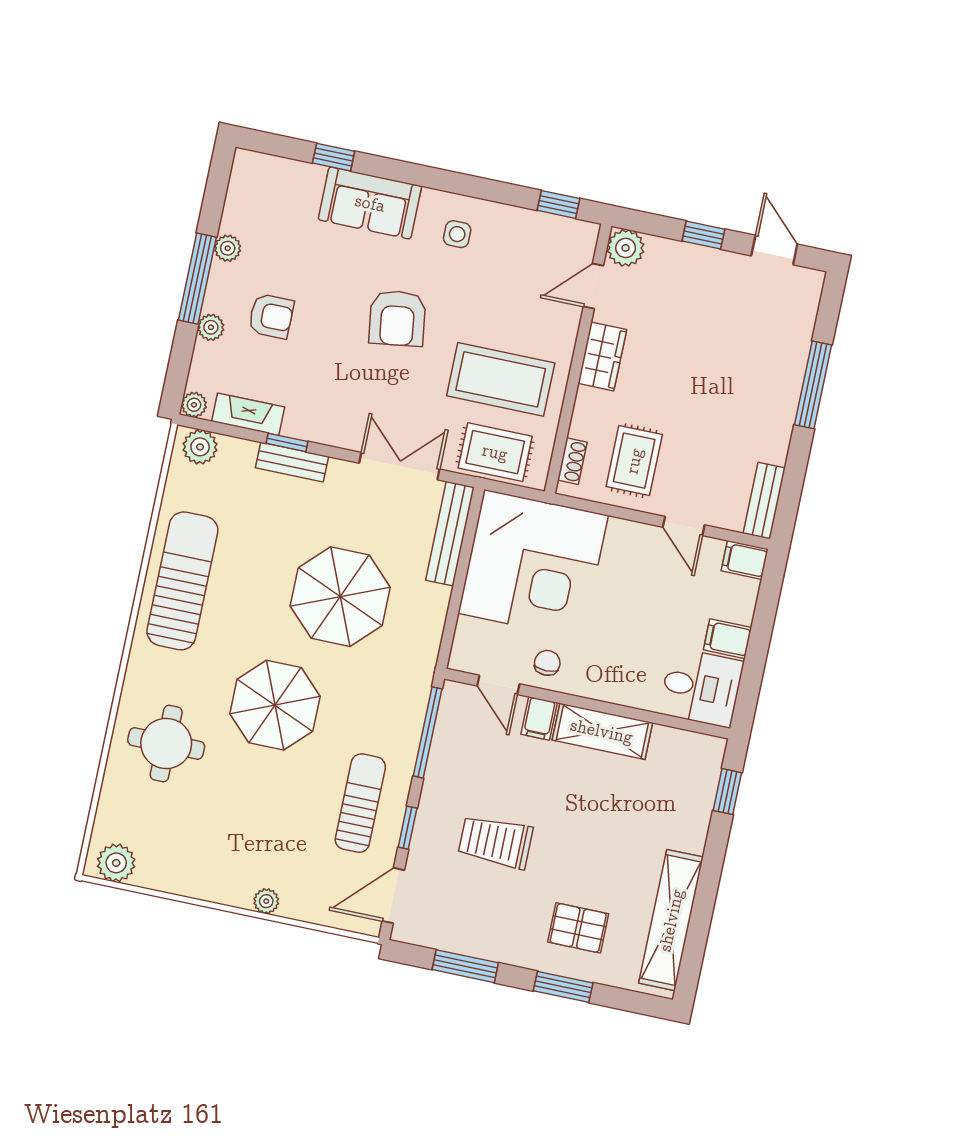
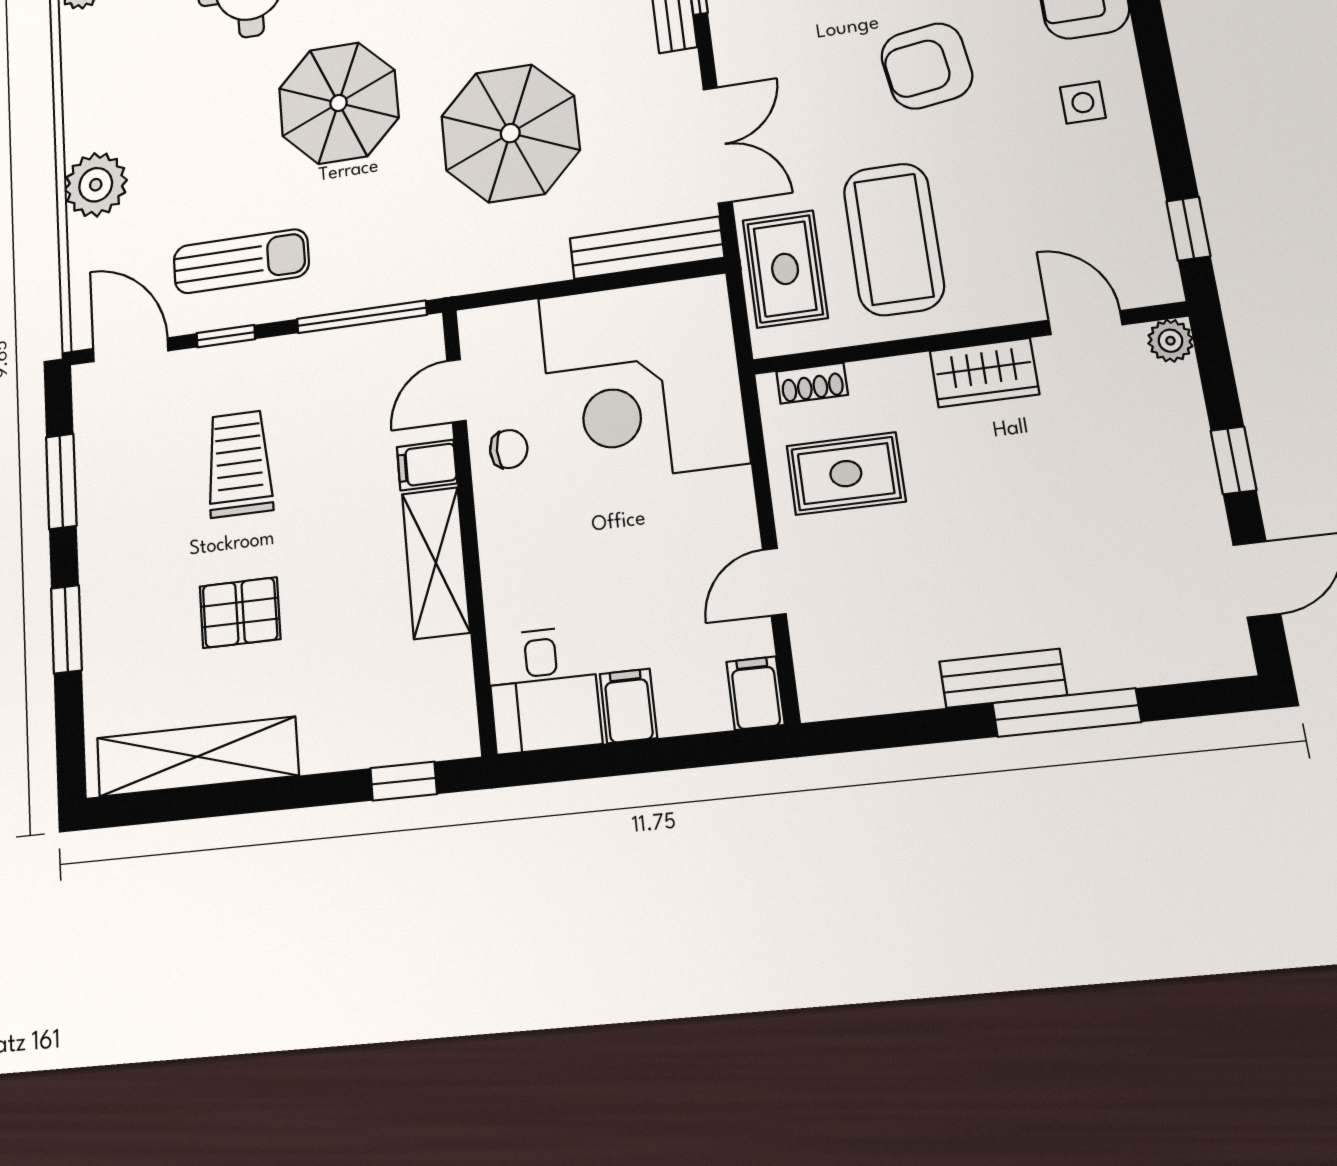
plant: (626, 248) -> (1170, 341), width x0.73, depth x0.73
bench: (764, 501) -> (1003, 678), moved
plant: (266, 901) -> (96, 185), width x1.87, depth x1.87
pallet: (578, 928) -> (240, 613), moved, turned 90

